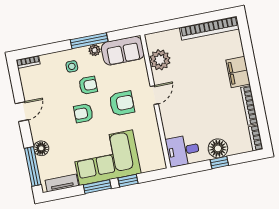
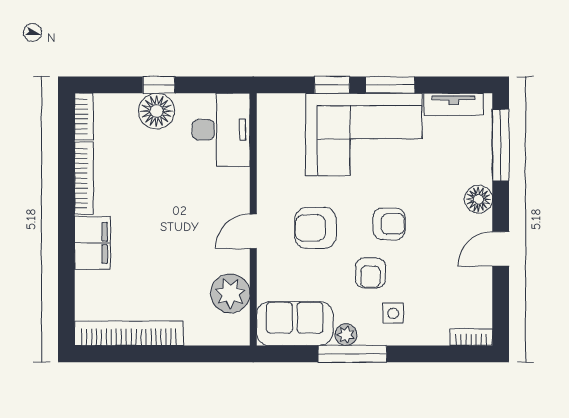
armchair: (88, 85) -> (370, 273), turned -90
floor lamp: (41, 148) -> (479, 199), moved
desk: (183, 151) -> (221, 130), width x1.37

